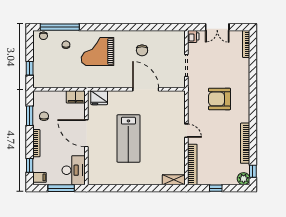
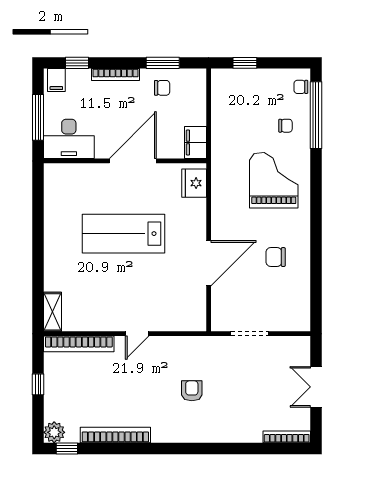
printer: (193, 36) -> (300, 346), removed
armchair: (220, 99) -> (192, 391), width x0.53, depth x0.53

